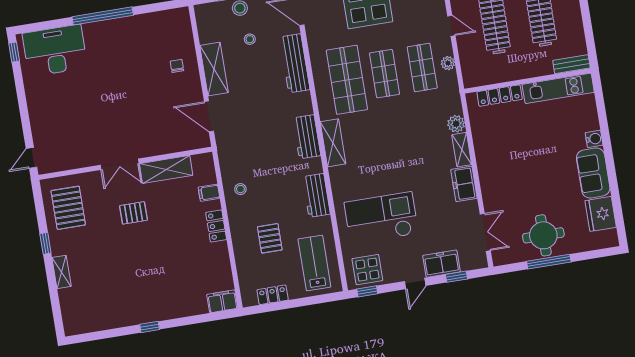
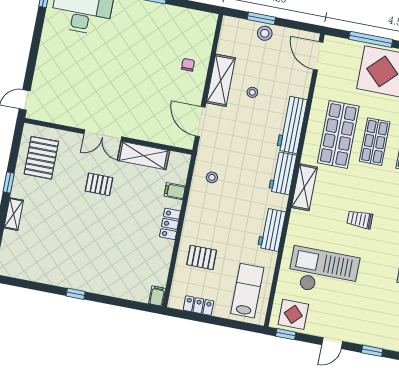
stool: (250, 39) -> (252, 92), moved
workbench: (295, 63) -> (292, 125), moved
trolley: (398, 154) -> (360, 219), added
stool: (240, 189) -> (212, 177), moved
pallet: (270, 238) -> (202, 257), moved, turned 90
freezer: (441, 264) -> (363, 334), removed
filing cabinet: (222, 301) -> (157, 296), width x0.50

